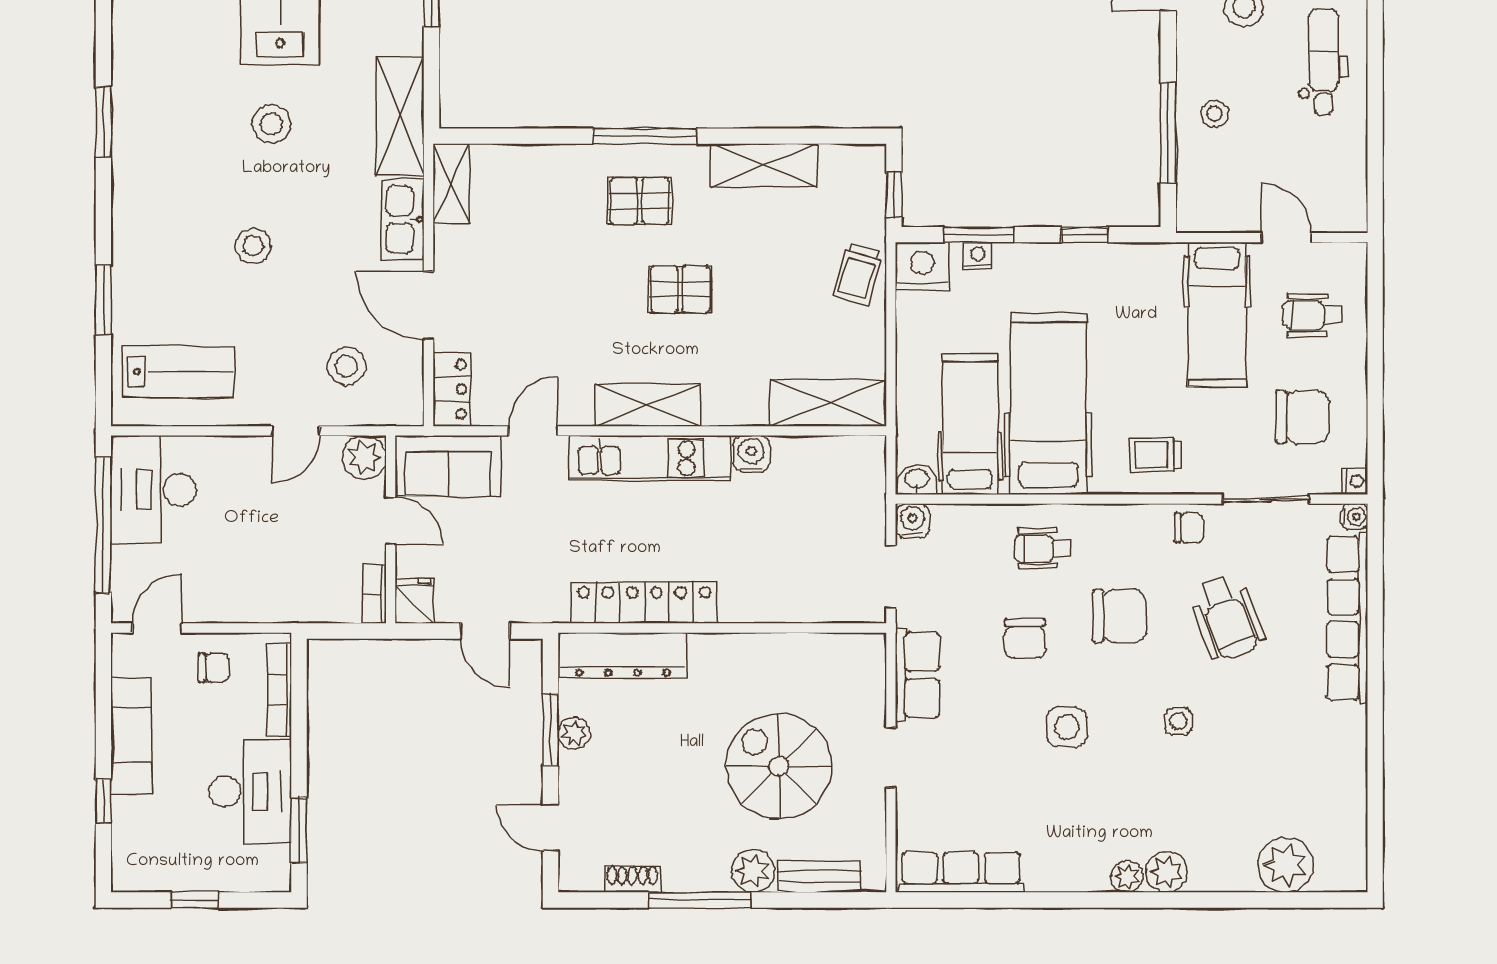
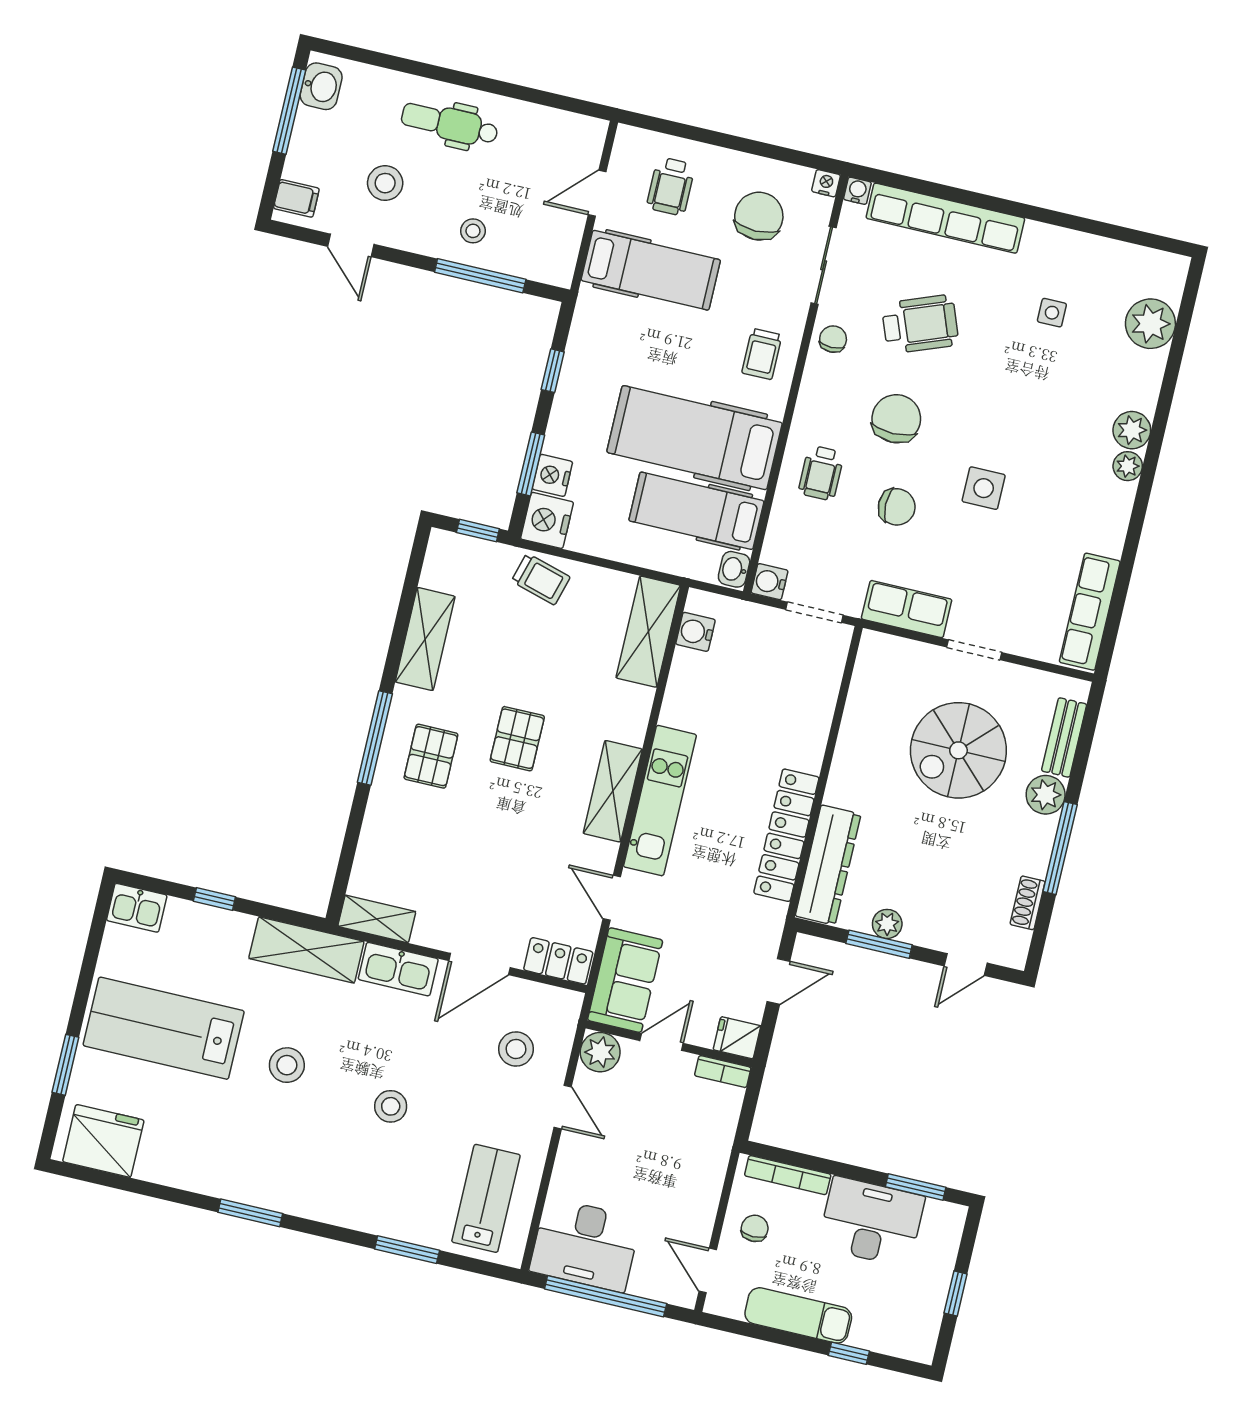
nightstand: (978, 256) -> (552, 475), width x1.39, depth x1.35
water cooler: (751, 454) -> (695, 632), moved
side table: (1178, 721) -> (1052, 313), moved

